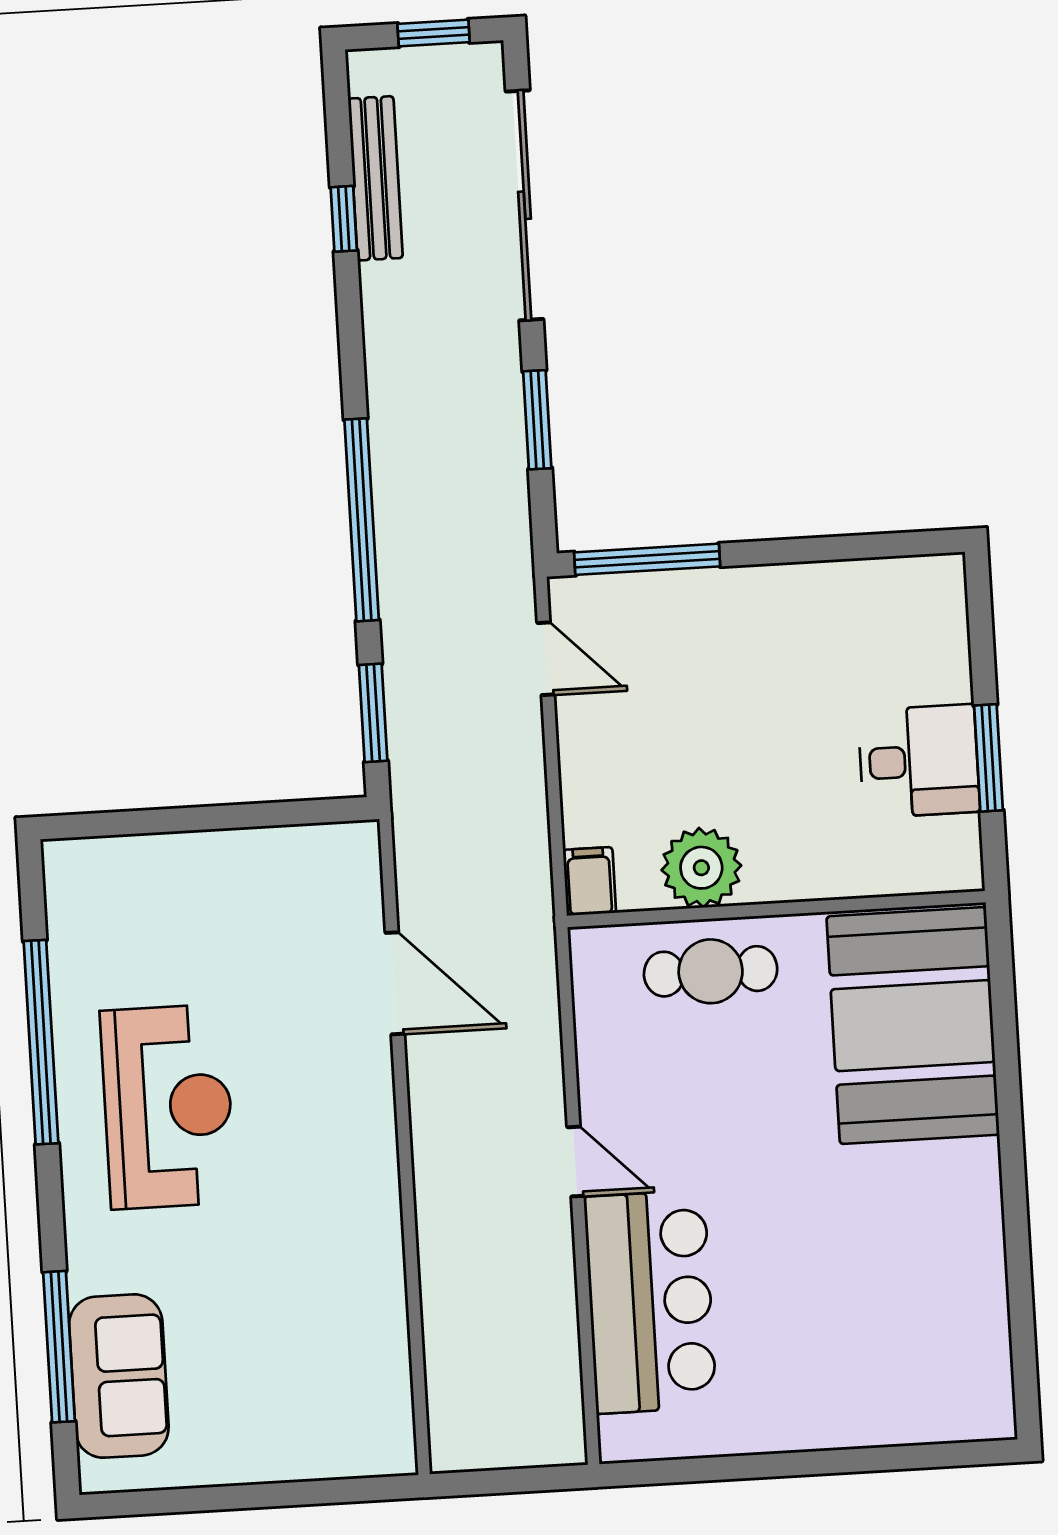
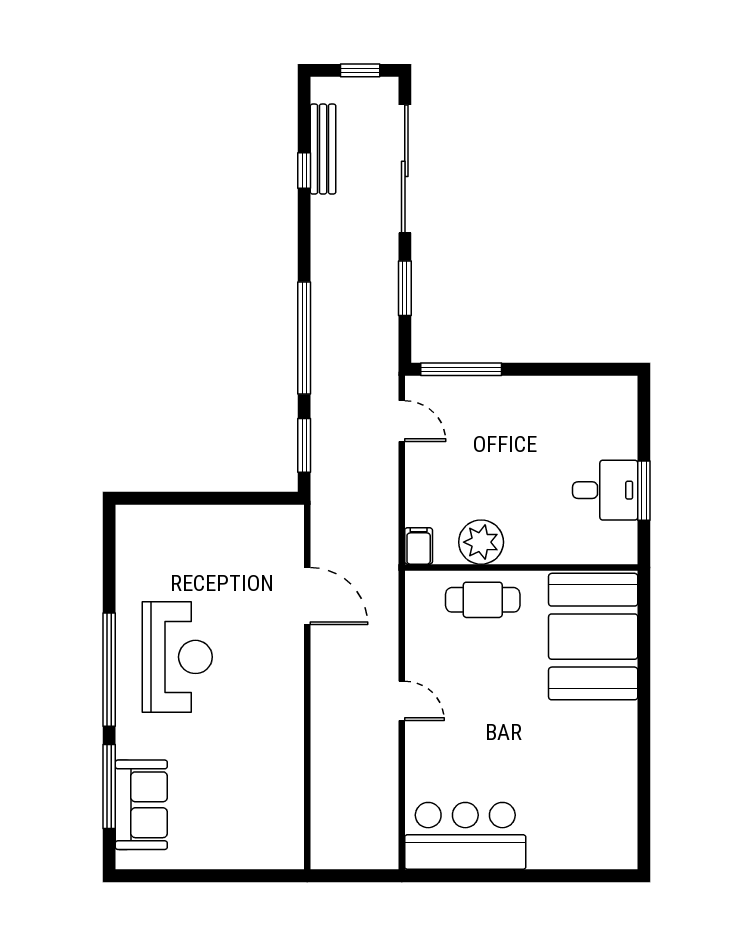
window: (41, 1042) -> (109, 670), moved
bar counter: (650, 1302) -> (465, 836), moved, turned -90

